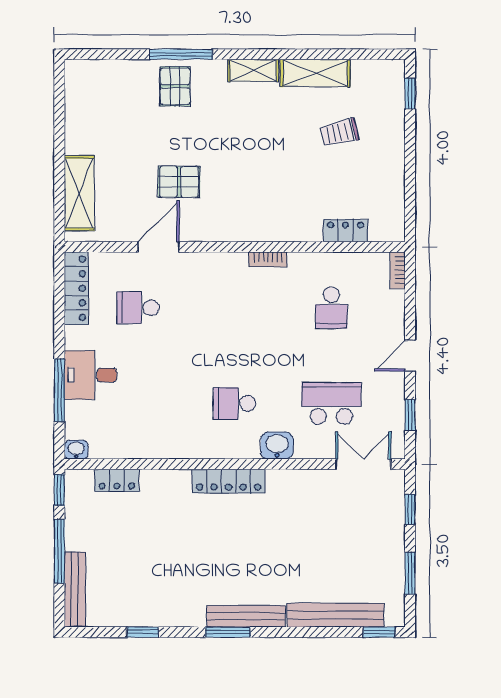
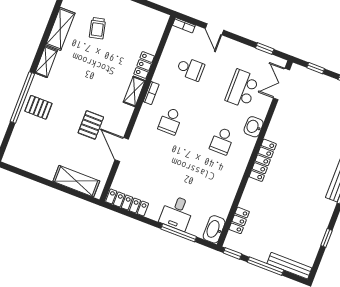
window: (181, 54) -> (22, 97), width x1.46
shelving: (260, 231) -> (134, 91), added
locker: (345, 231) -> (144, 65), moved
school desk: (138, 308) -> (170, 121), moved
door: (410, 356) -> (214, 29), moved
washbasin: (76, 450) -> (214, 229), width x1.91, depth x1.45

